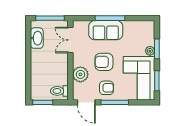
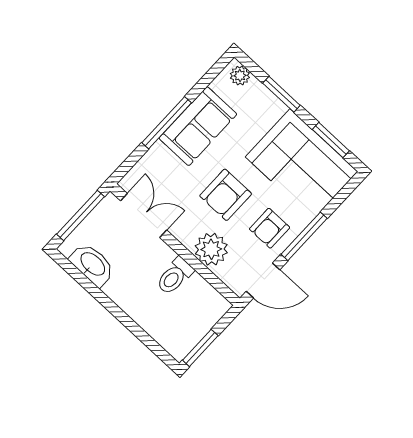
sofa: (106, 30) -> (198, 126), moved
double door: (70, 40) -> (144, 215), swing flipped
plant: (150, 51) -> (240, 76), moved
armchair: (107, 88) -> (270, 228), turned 180
toilet: (59, 91) -> (175, 276), moved

